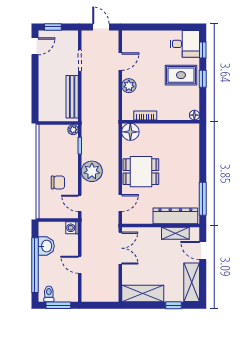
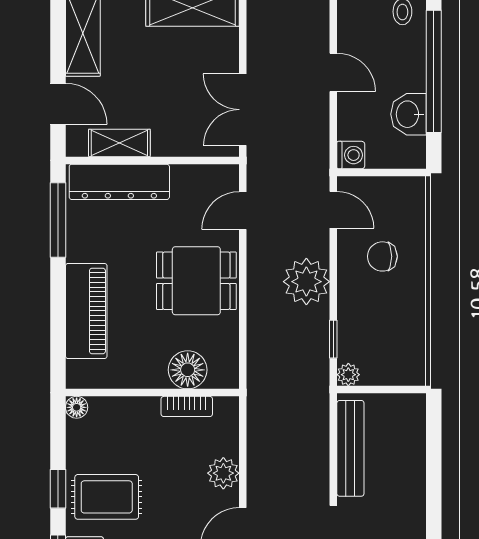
floor lamp: (130, 132) -> (188, 370), moved
piano: (190, 158) -> (86, 311), added

